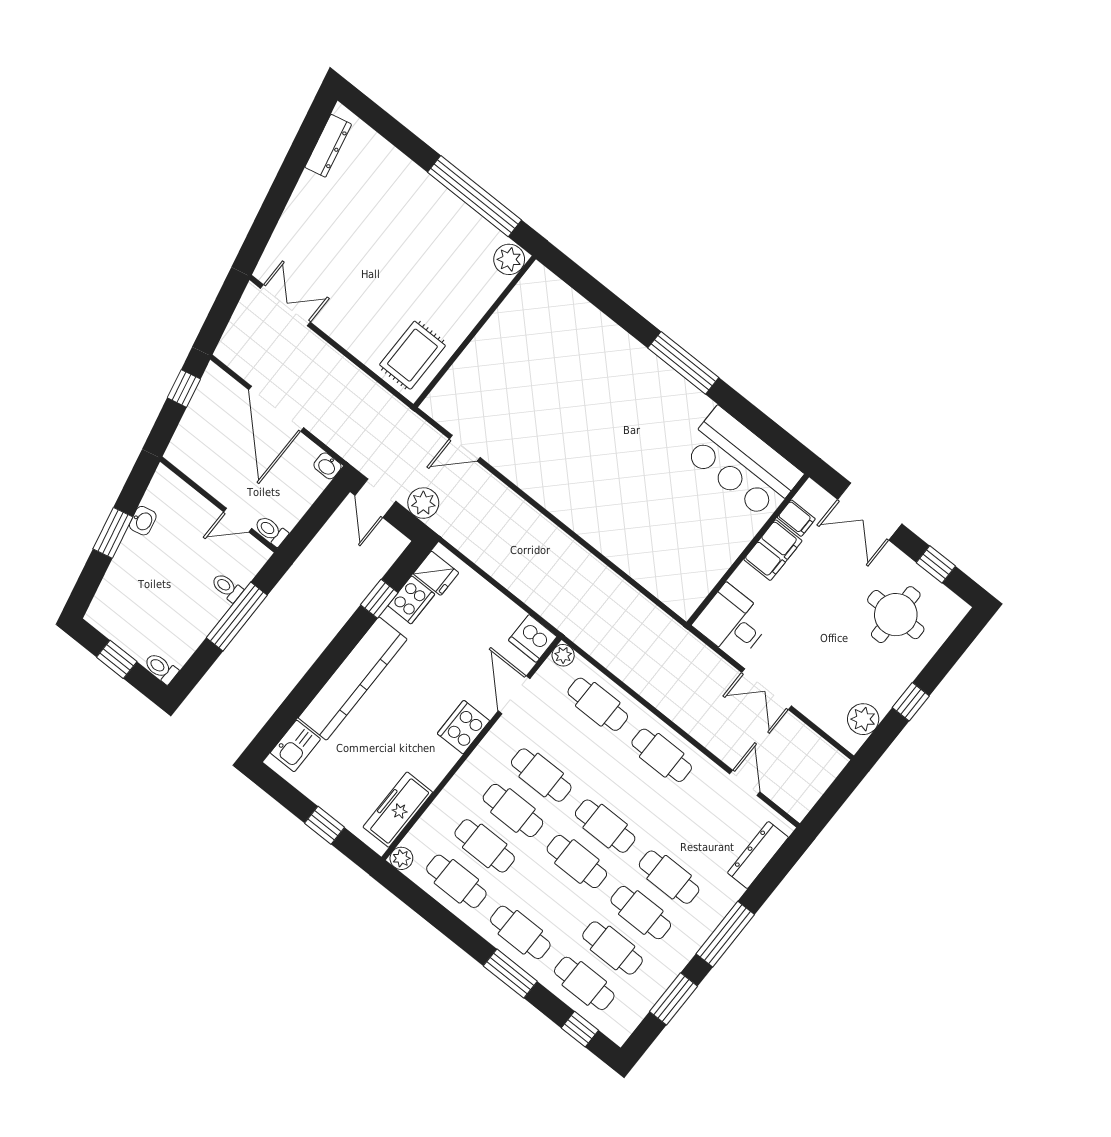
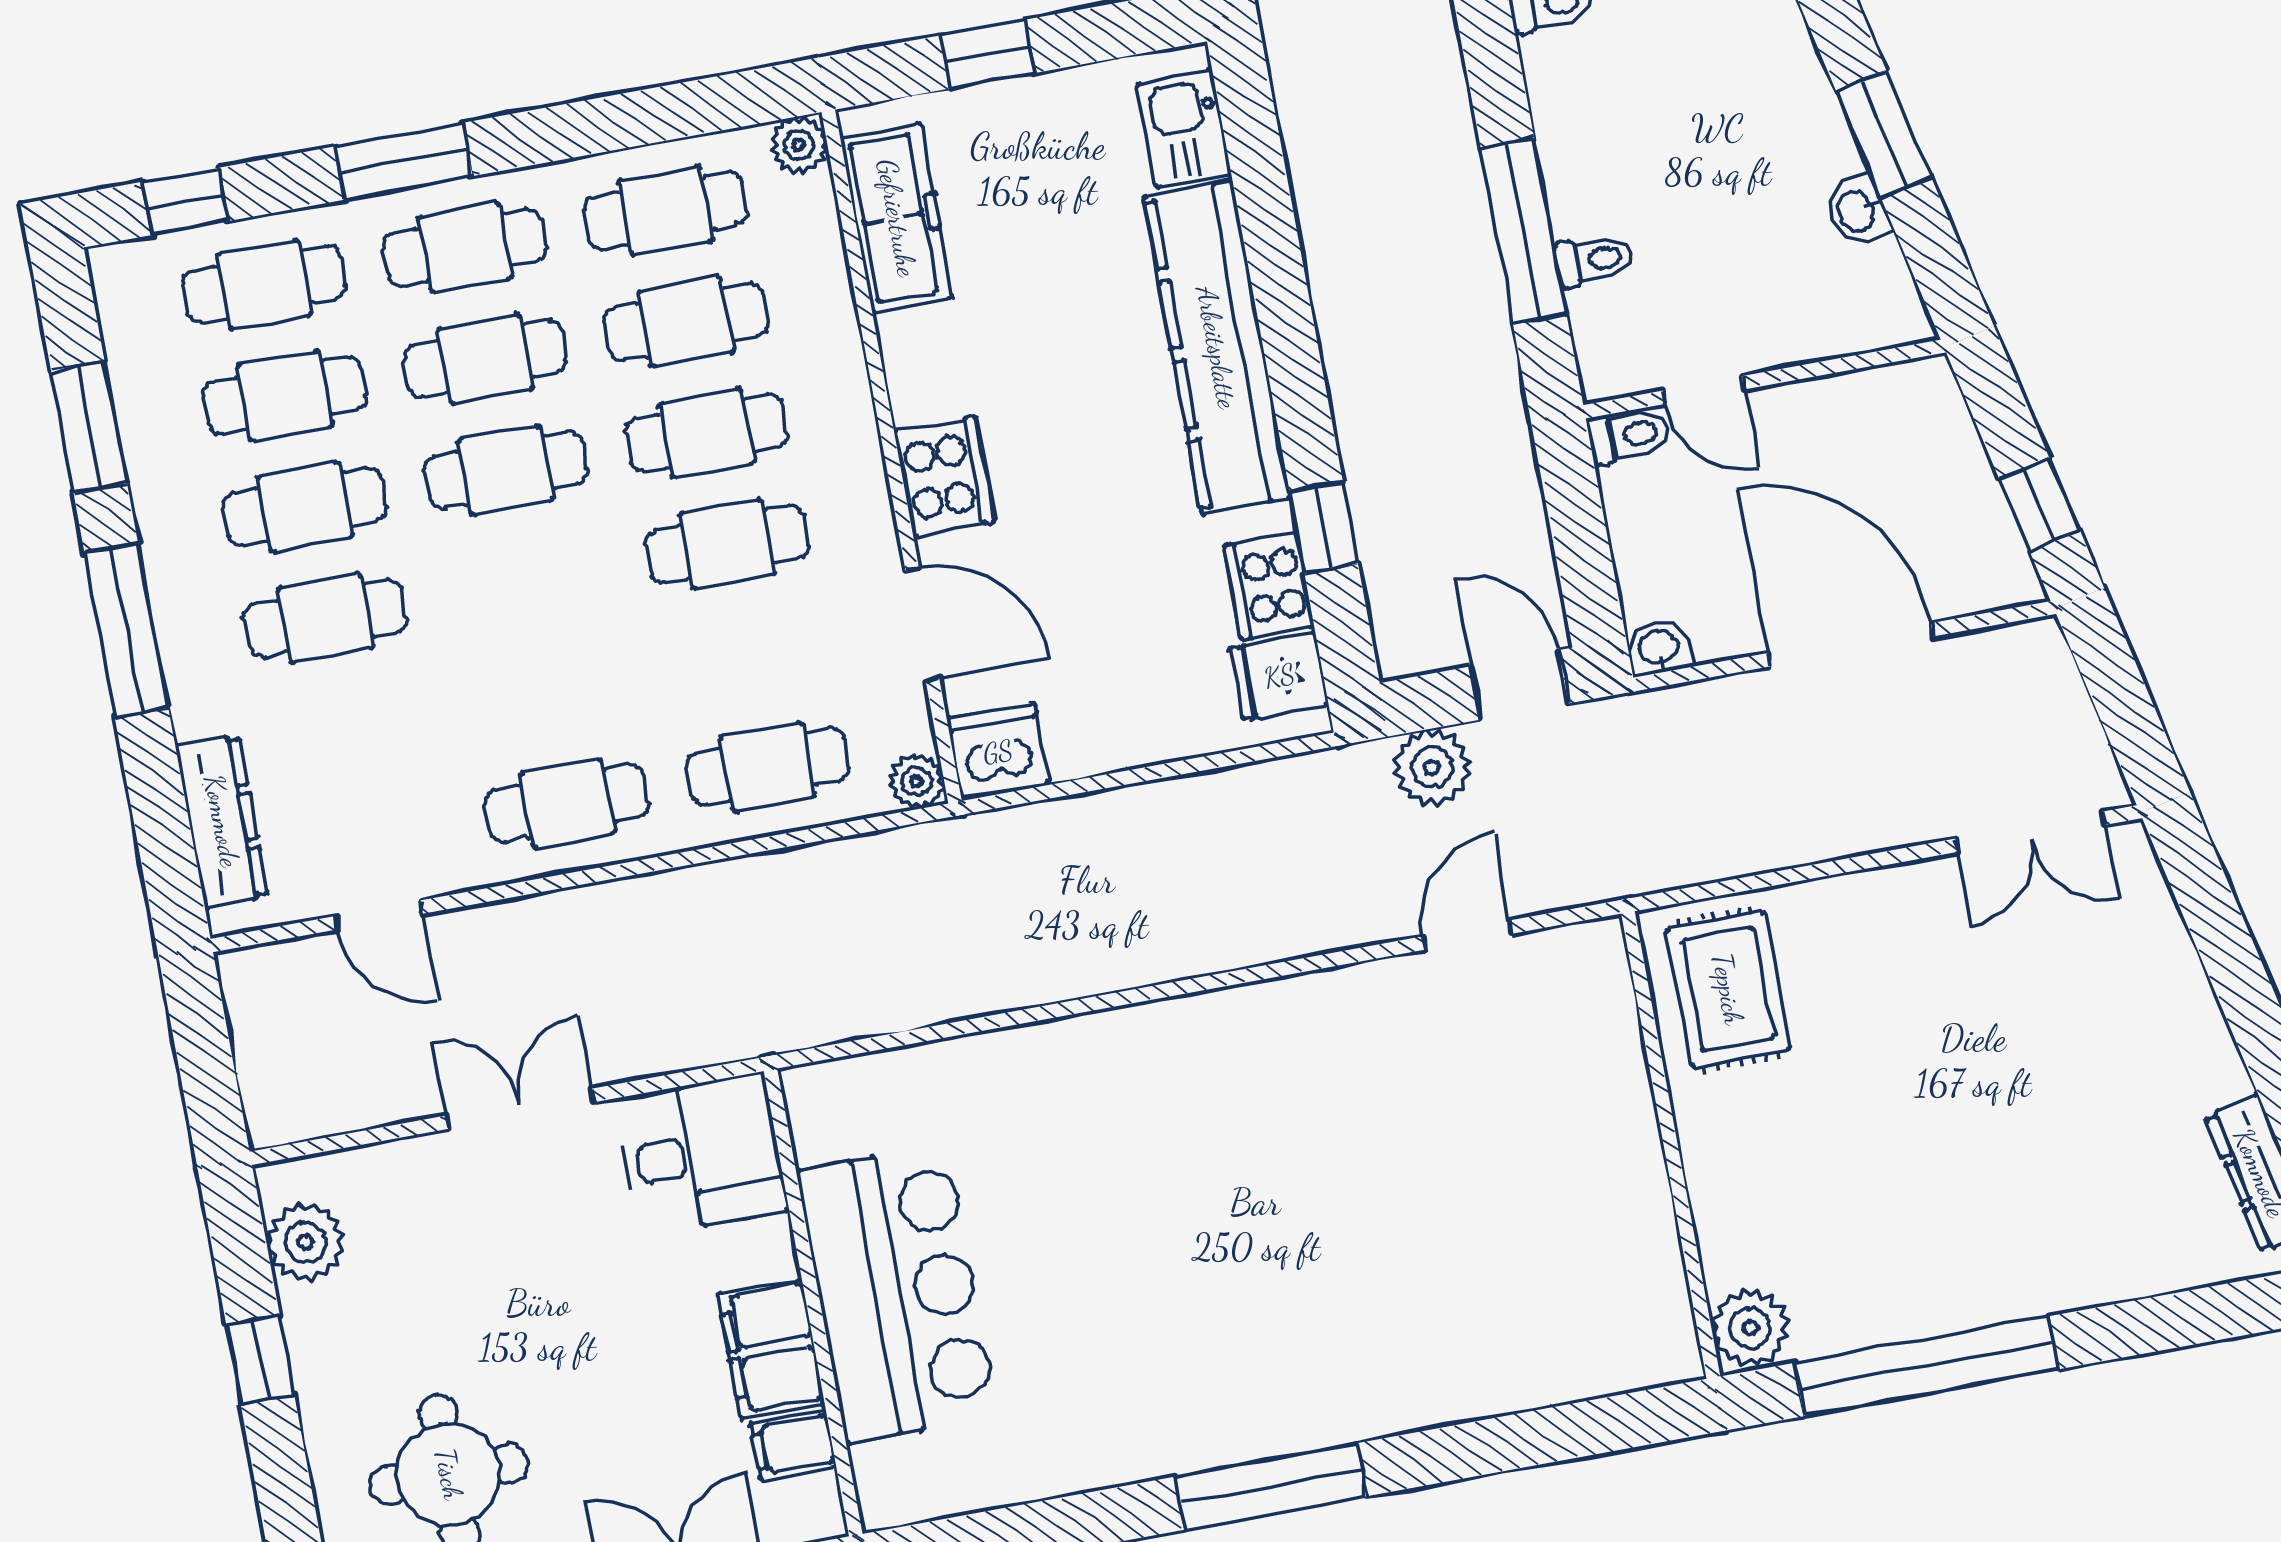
bar counter: (742, 463) -> (897, 1293), moved, turned 90
door: (238, 520) -> (1704, 390), swing flipped
cafe table: (605, 826) -> (485, 359), moved

